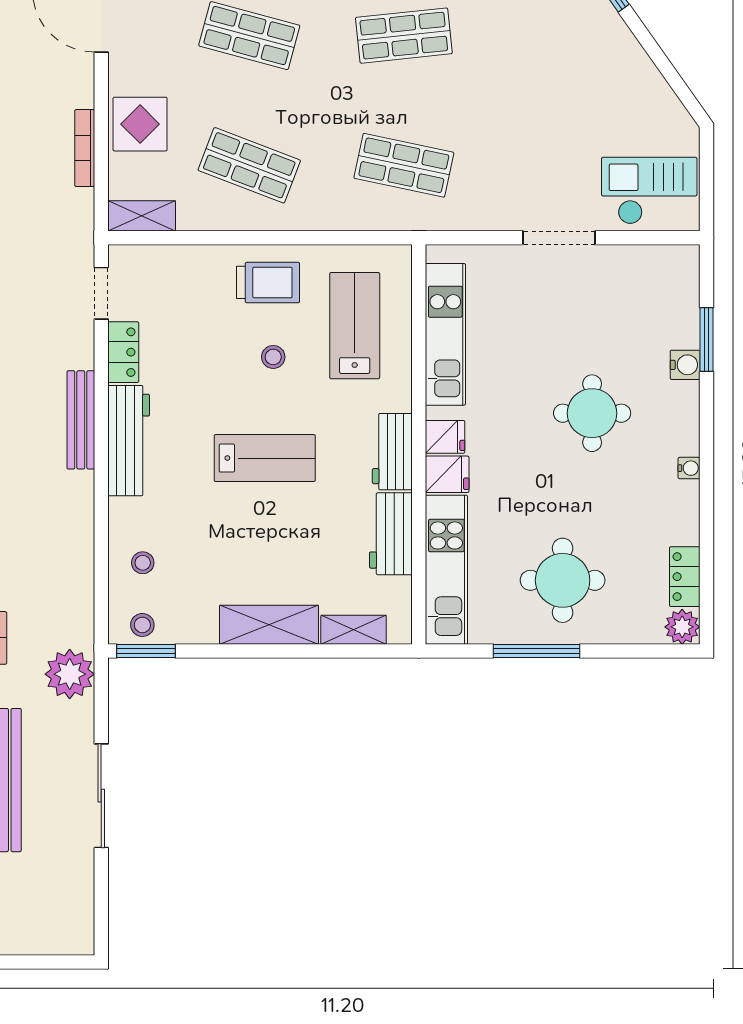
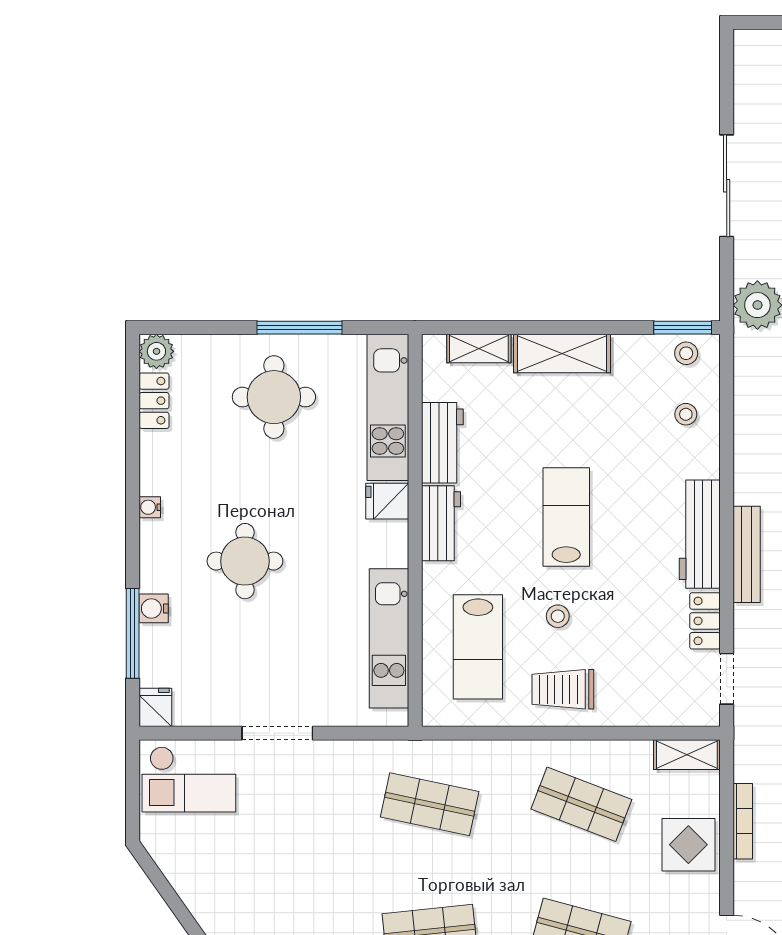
window: (706, 339) -> (133, 633), width x1.44
fridge: (445, 437) -> (155, 707), moved, turned 90
lab bench: (265, 458) -> (566, 517), turned 90

